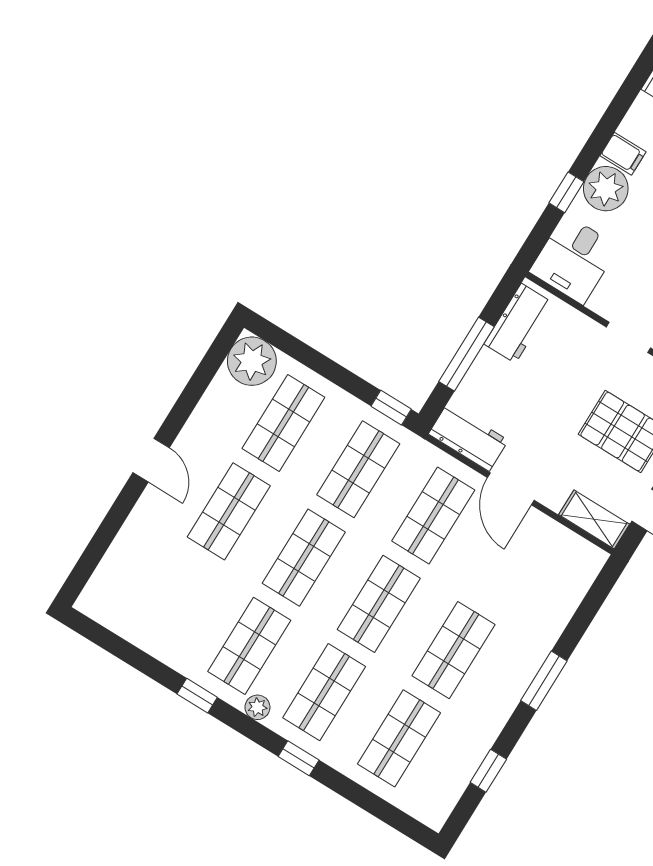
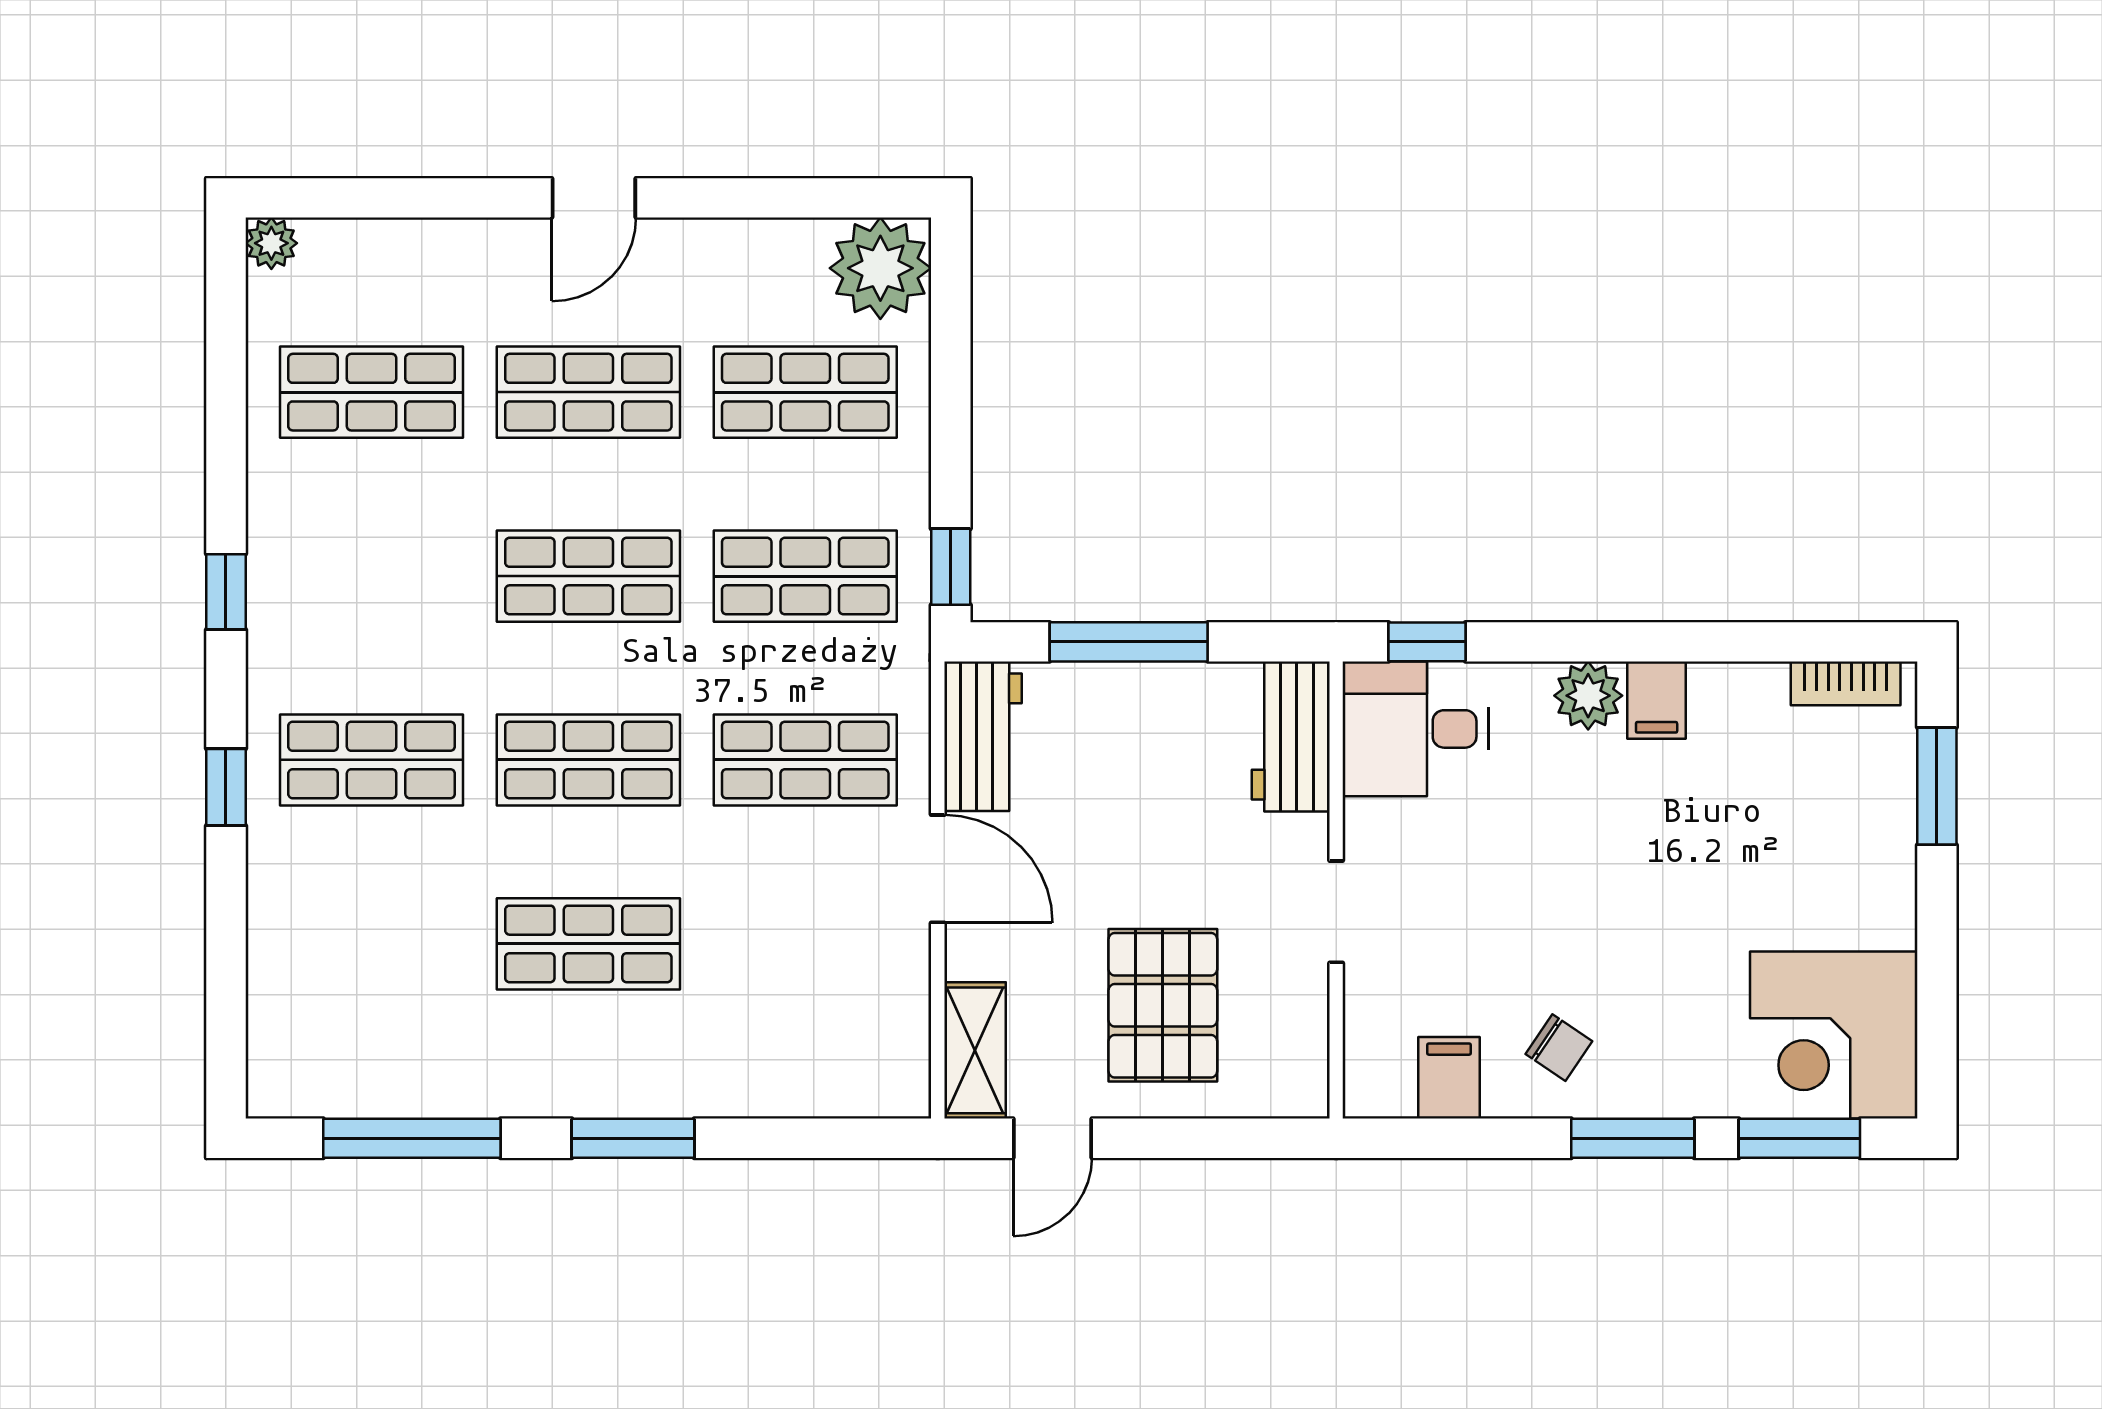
plant: (606, 189) -> (1588, 696), width x0.73, depth x0.73
window: (566, 192) -> (1427, 642), moved
workbench: (518, 323) -> (1291, 737), moved, turned 90
door: (511, 489) -> (938, 869), swing flipped
shop shelf: (249, 646) -> (372, 392), moved
window: (197, 696) -> (226, 592), moved
plant: (257, 707) -> (271, 243), moved
shop shelf: (399, 738) -> (372, 944), removed
window: (488, 771) -> (412, 1138), width x2.17

